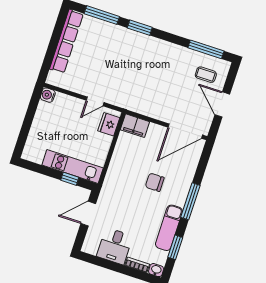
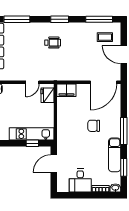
window: (140, 28) -> (60, 19), moved
wheelchair: (137, 60) -> (53, 43), added

